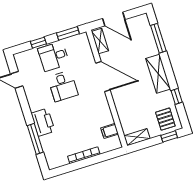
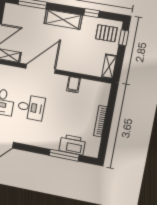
printer: (43, 122) -> (72, 145), moved
filing cabinet: (110, 131) -> (73, 85), moved

